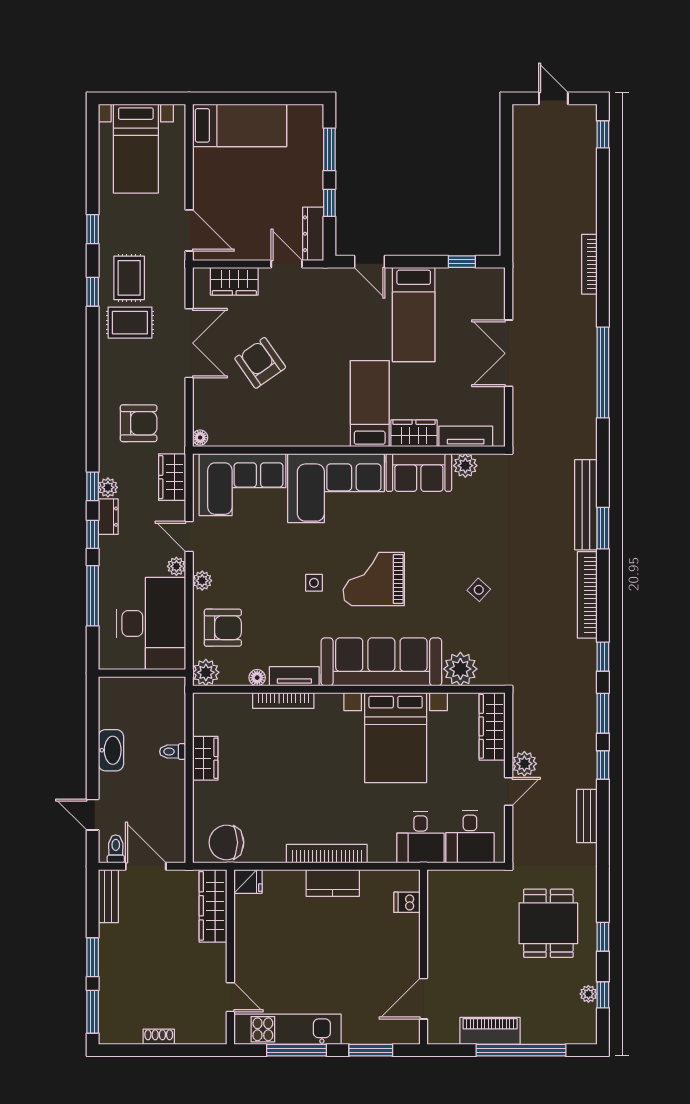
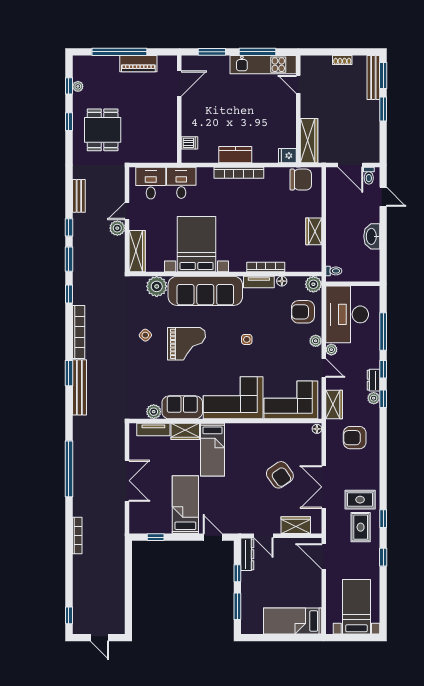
grand piano: (374, 579) -> (186, 344), moved
toilet: (173, 752) -> (334, 271), moved
bench: (108, 896) -> (373, 78), moved, width x1.36

